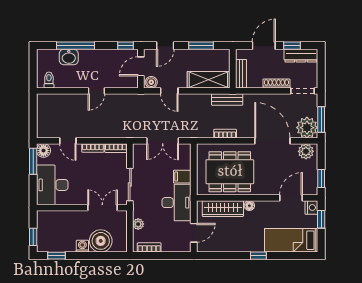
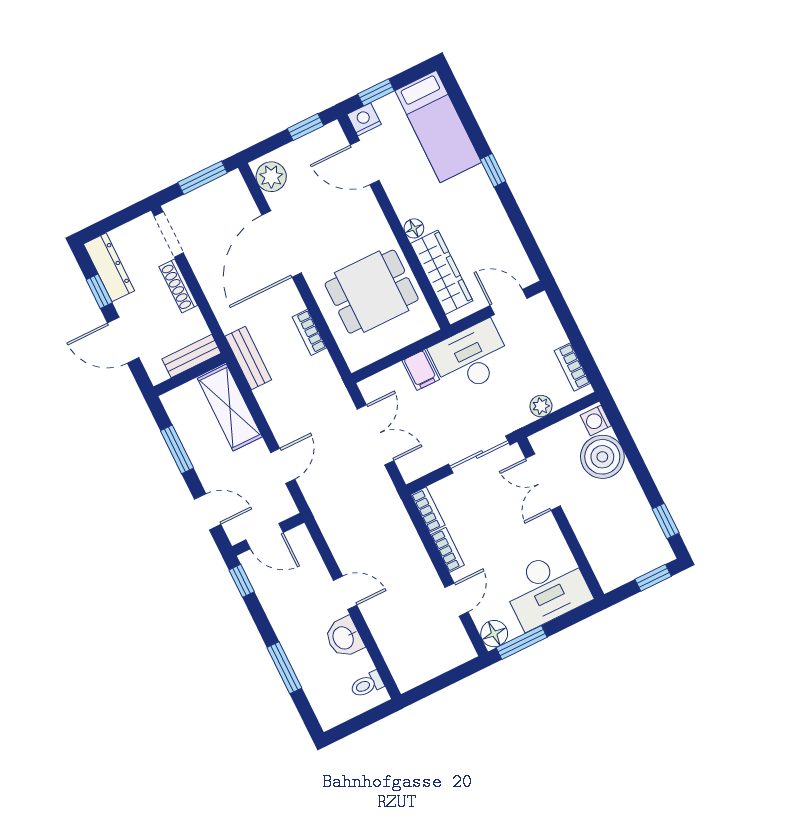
window: (75, 46) -> (284, 668), width x0.69
washbasin: (69, 57) -> (344, 638), moved, turned 180
boiler: (151, 82) -> (283, 505), removed
plant: (307, 128) -> (229, 195), removed
dining table: (230, 172) -> (372, 292), width x0.73
washing machine: (82, 246) -> (596, 420), moved

